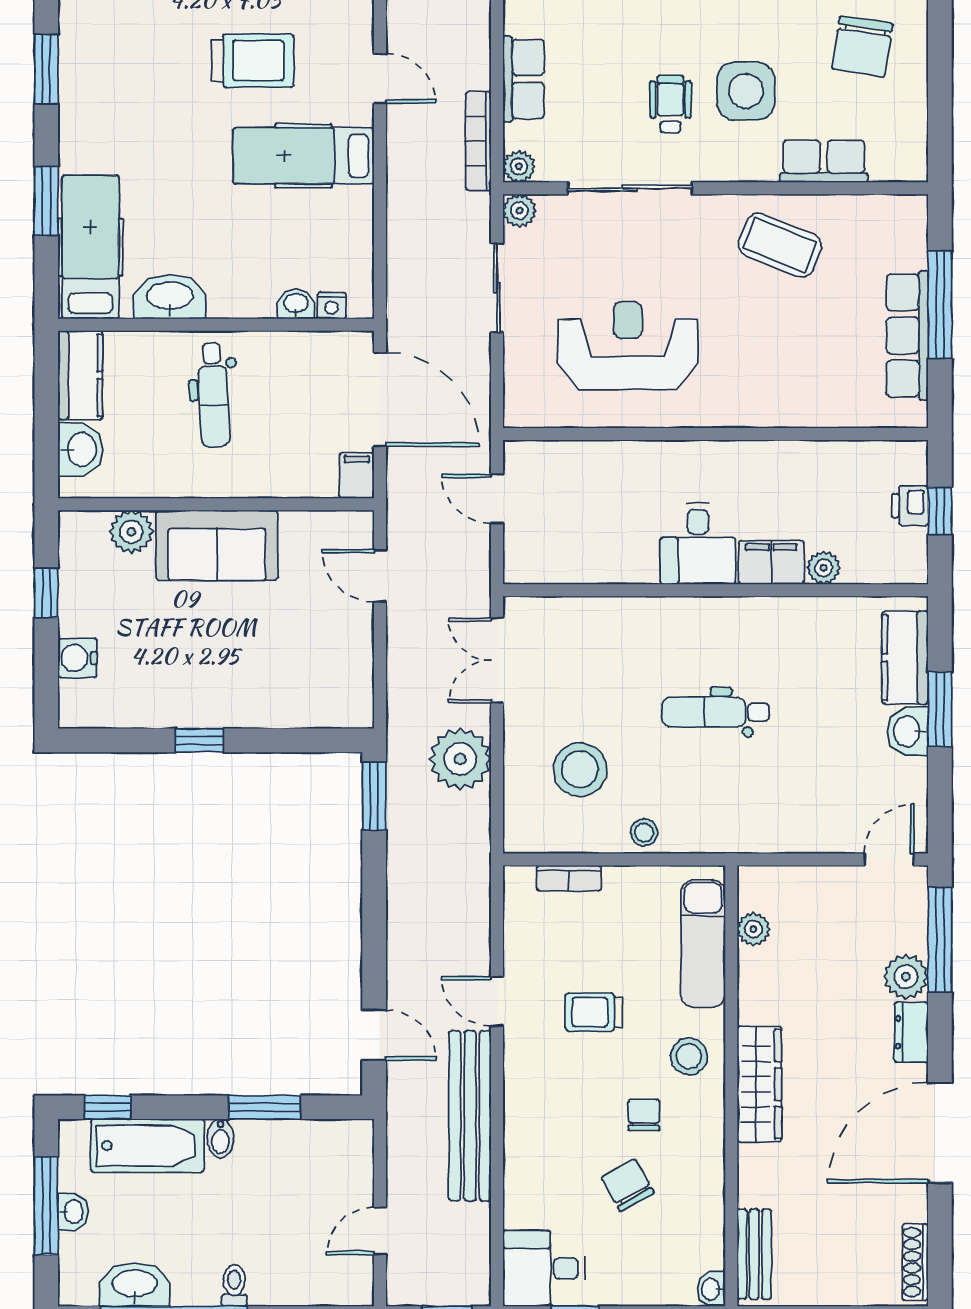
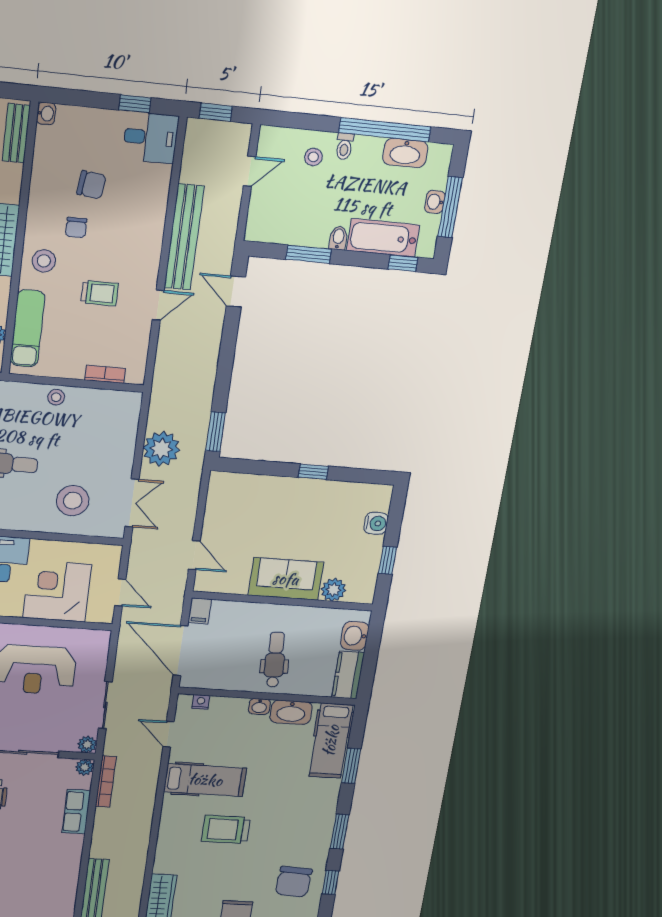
door: (380, 78) -> (168, 734), moved
washbasin: (296, 304) -> (259, 707), moved
corner desk: (604, 493) -> (57, 591), added
stool: (580, 770) -> (73, 501), moved
door: (497, 1001) -> (158, 305), hinge flipped
chair: (628, 1185) -> (91, 185), turned -54
stool: (281, 1264) -> (313, 157), added

